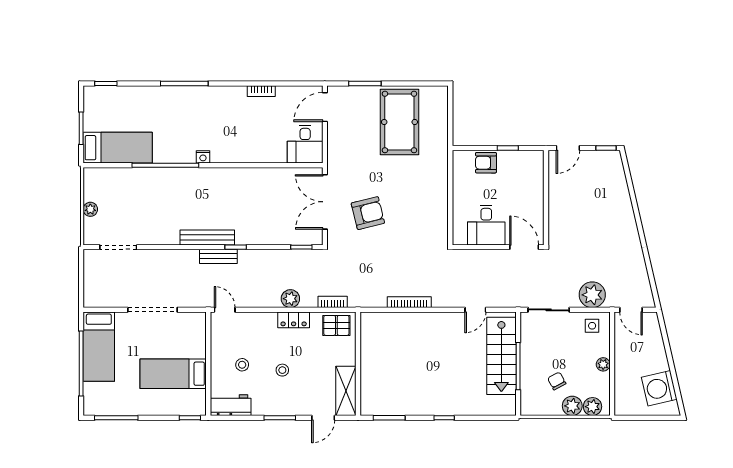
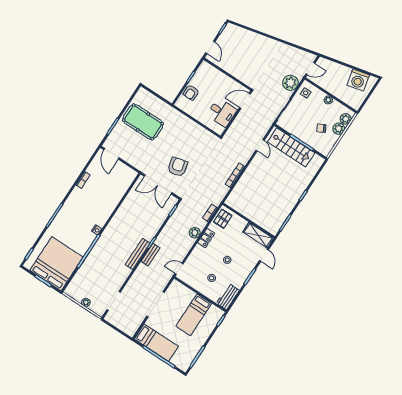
desk: (305, 144) -> (123, 176), removed
bed: (118, 148) -> (56, 264), width x2.04

